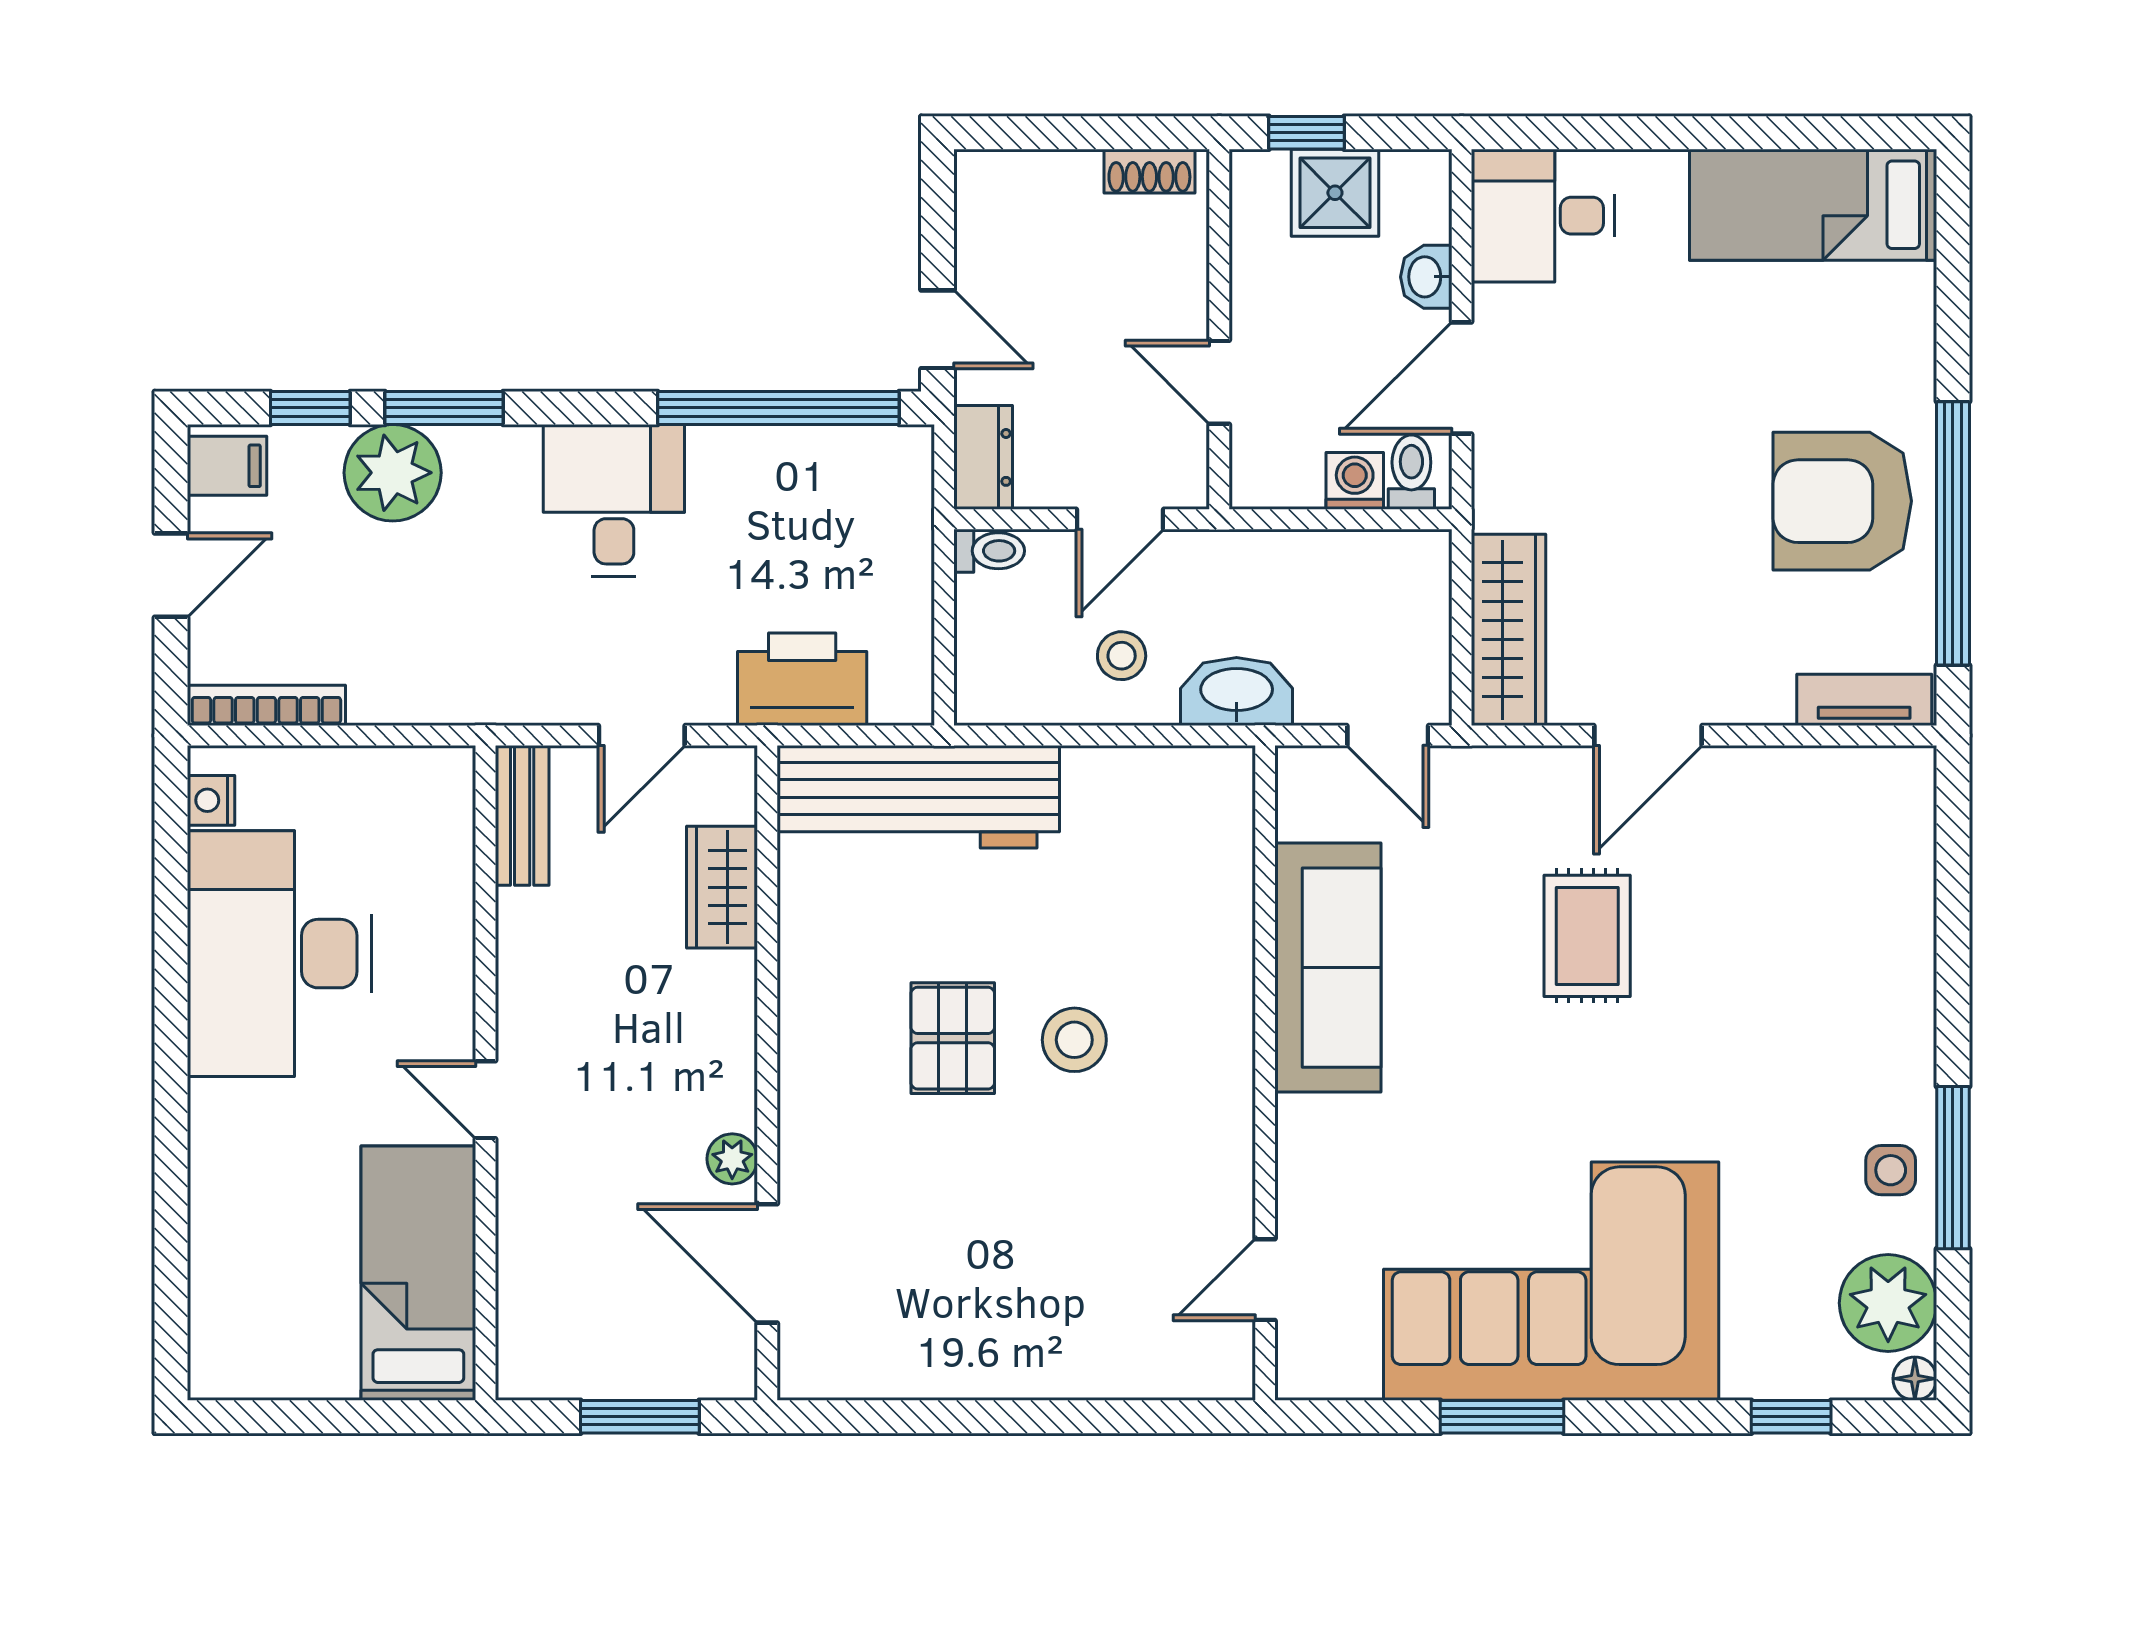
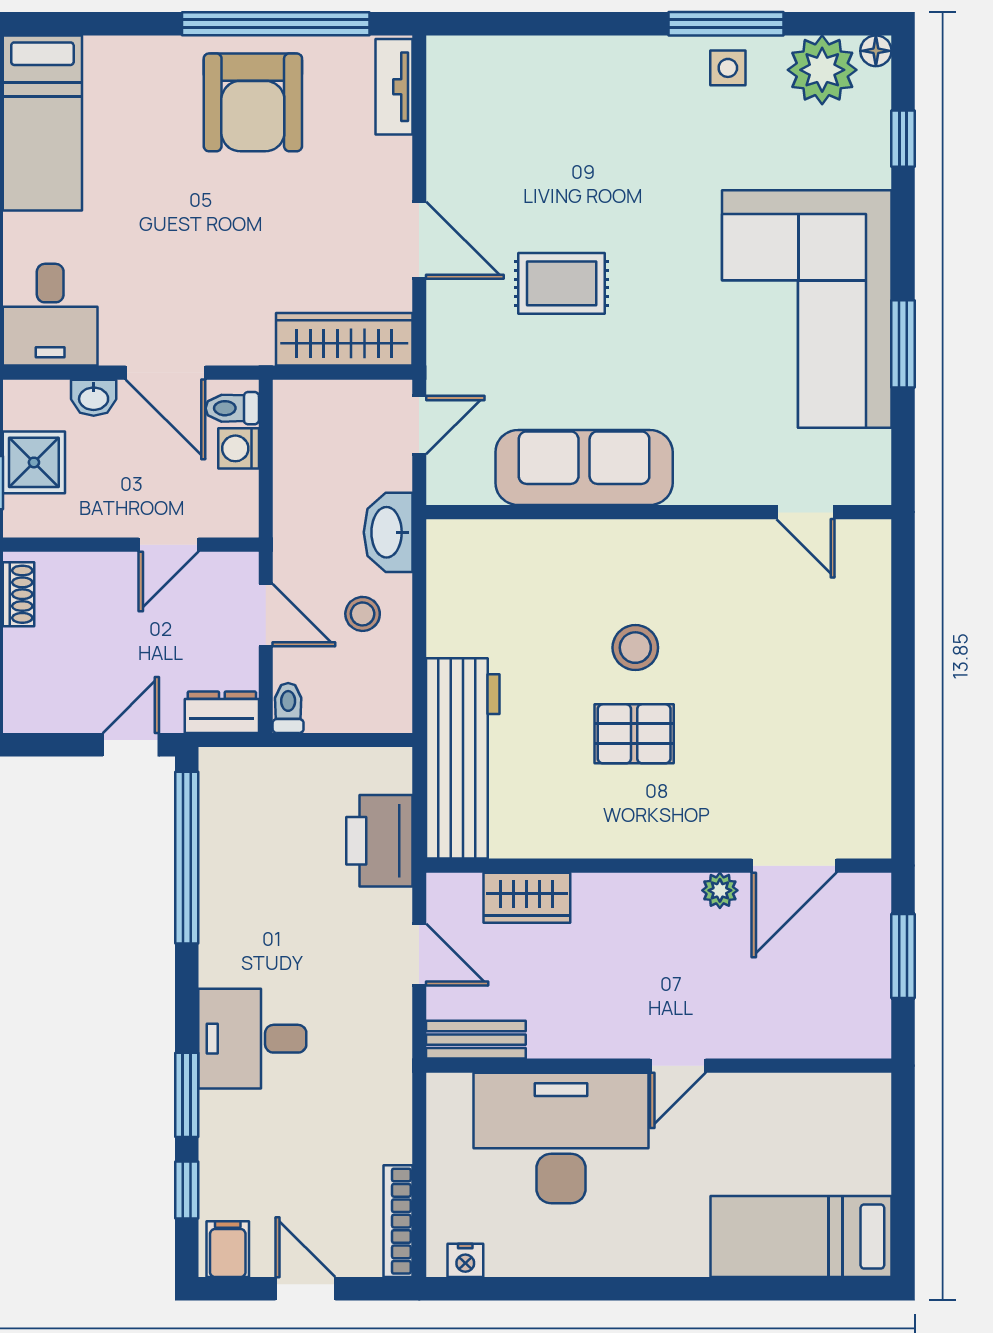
plant: (393, 473) -> (233, 1132), removed
desk: (614, 500) -> (252, 1039), moved
desk: (280, 954) -> (561, 1138), moved, turned 180
bed: (418, 1273) -> (801, 1237), moved

